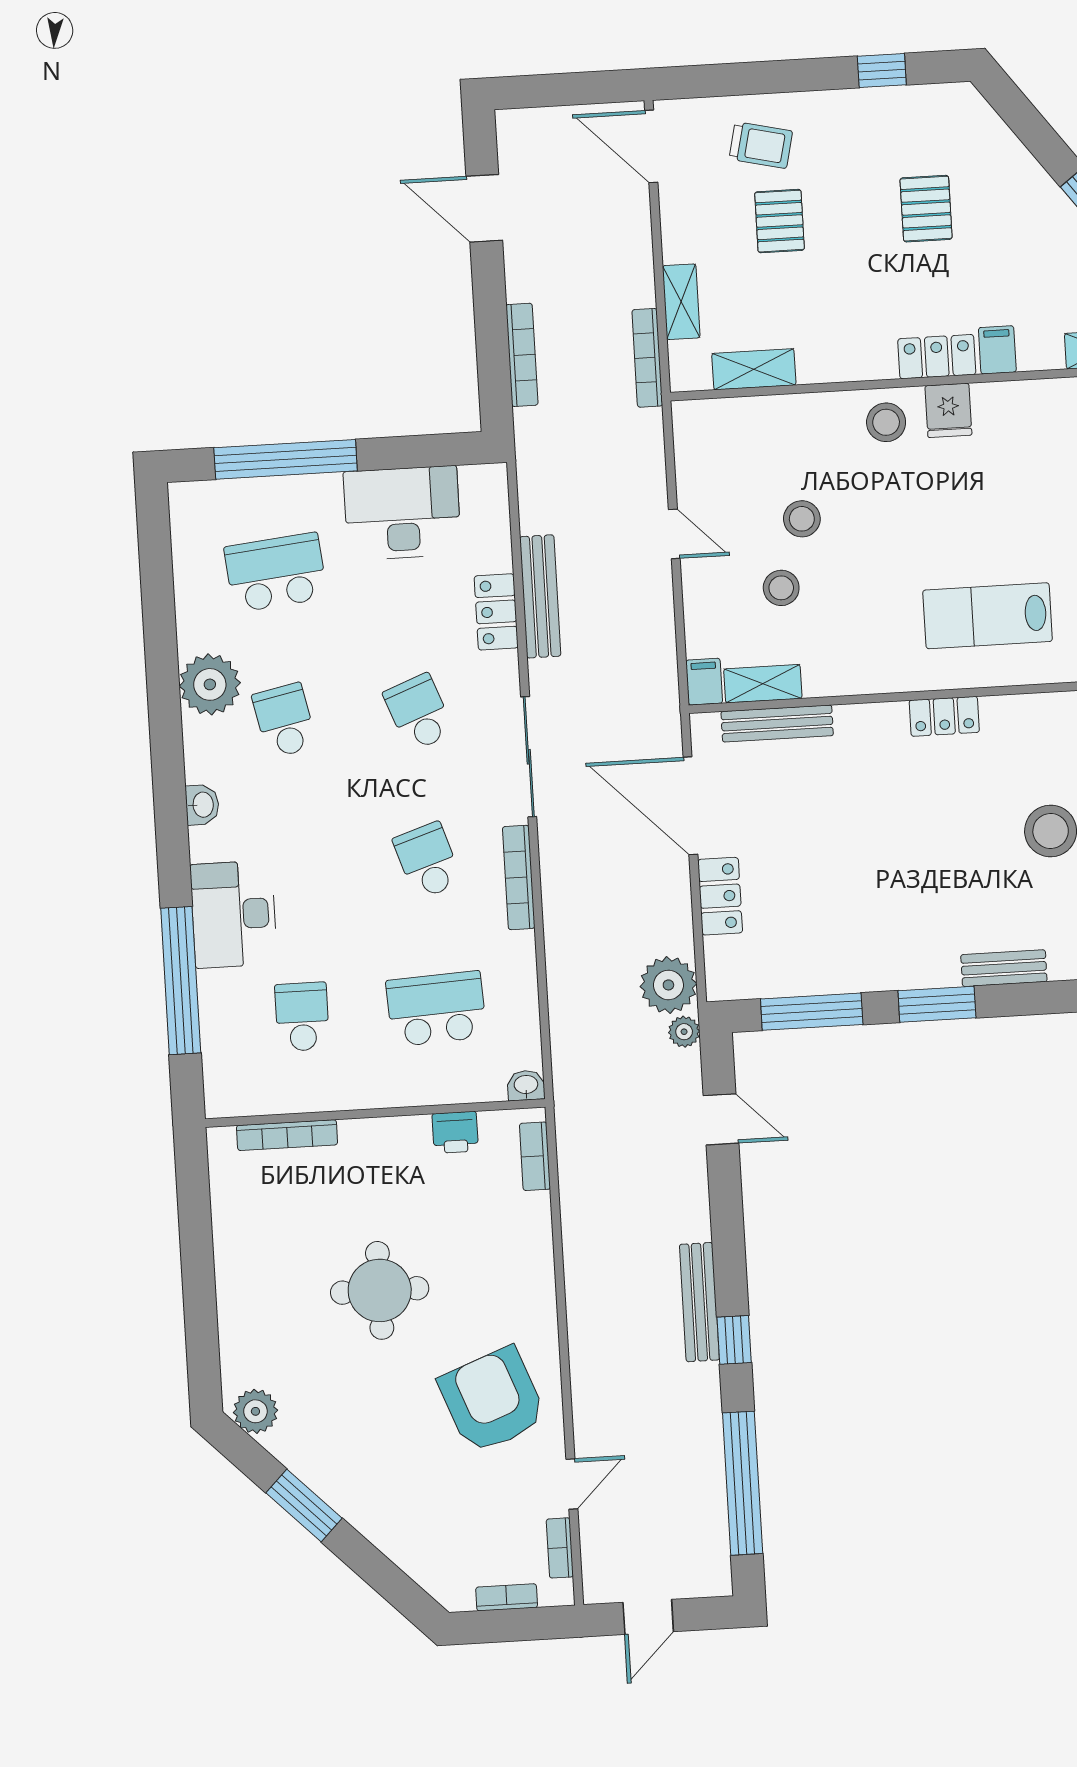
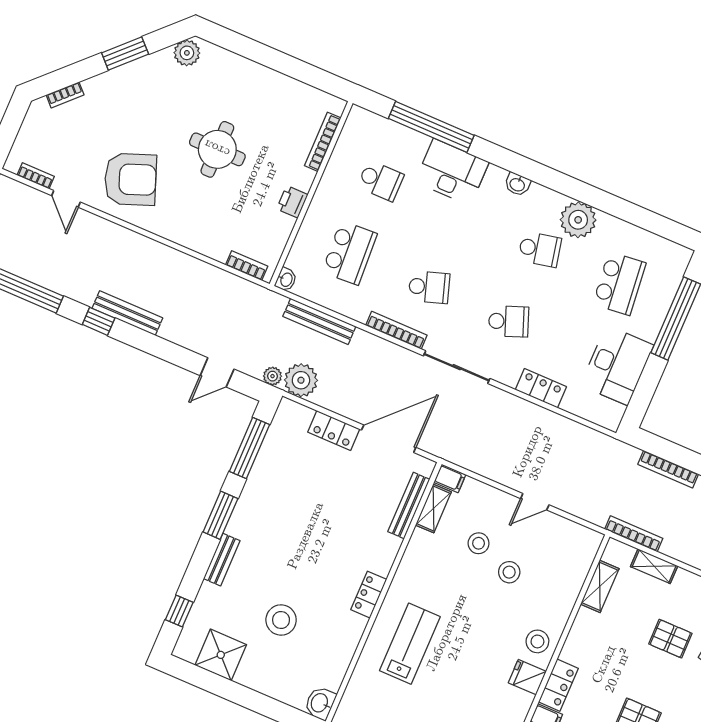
bench: (540, 596) -> (319, 321), moved
printer: (455, 1132) -> (292, 202), moved
bookcase: (507, 1597) -> (65, 95), moved, turned 45

